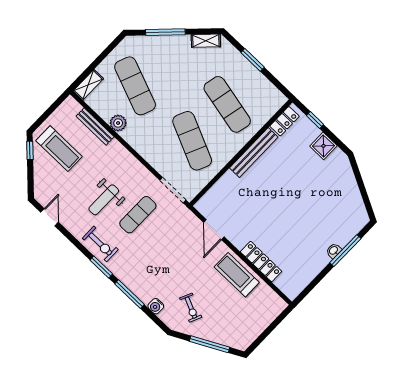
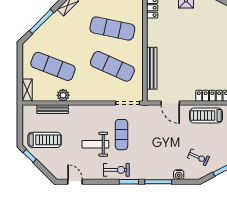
bench: (254, 153) -> (152, 68), moved
weight bench: (104, 200) -> (95, 144), turned 90

